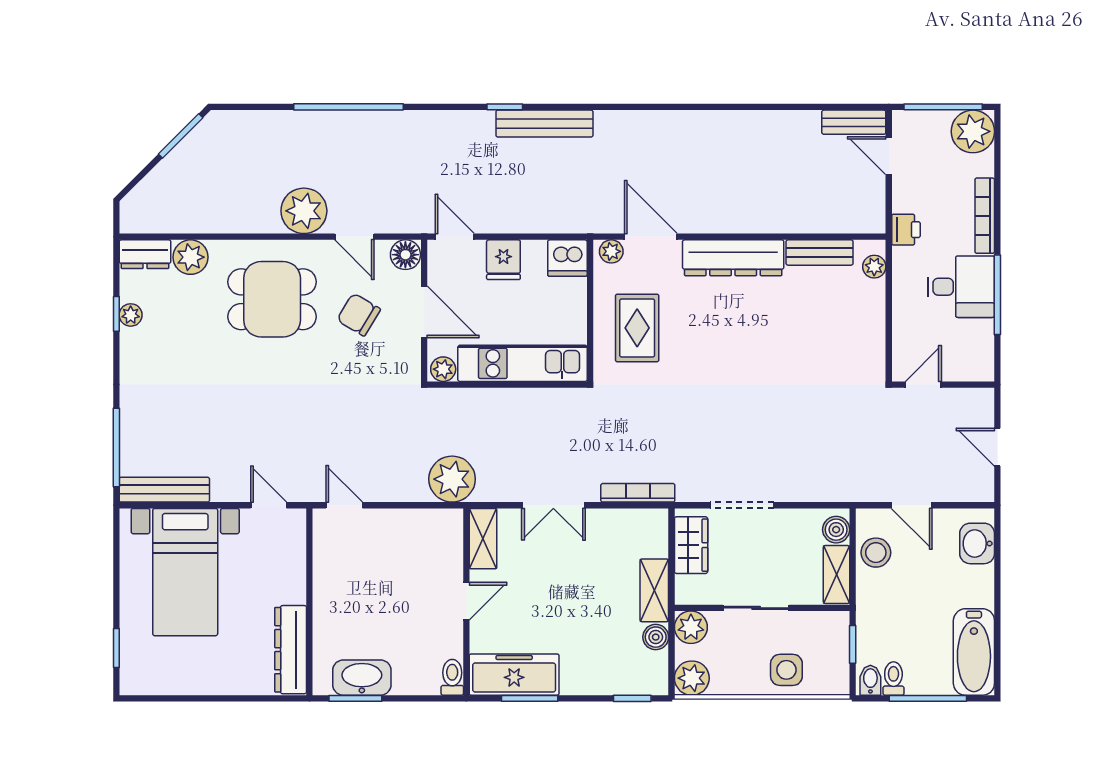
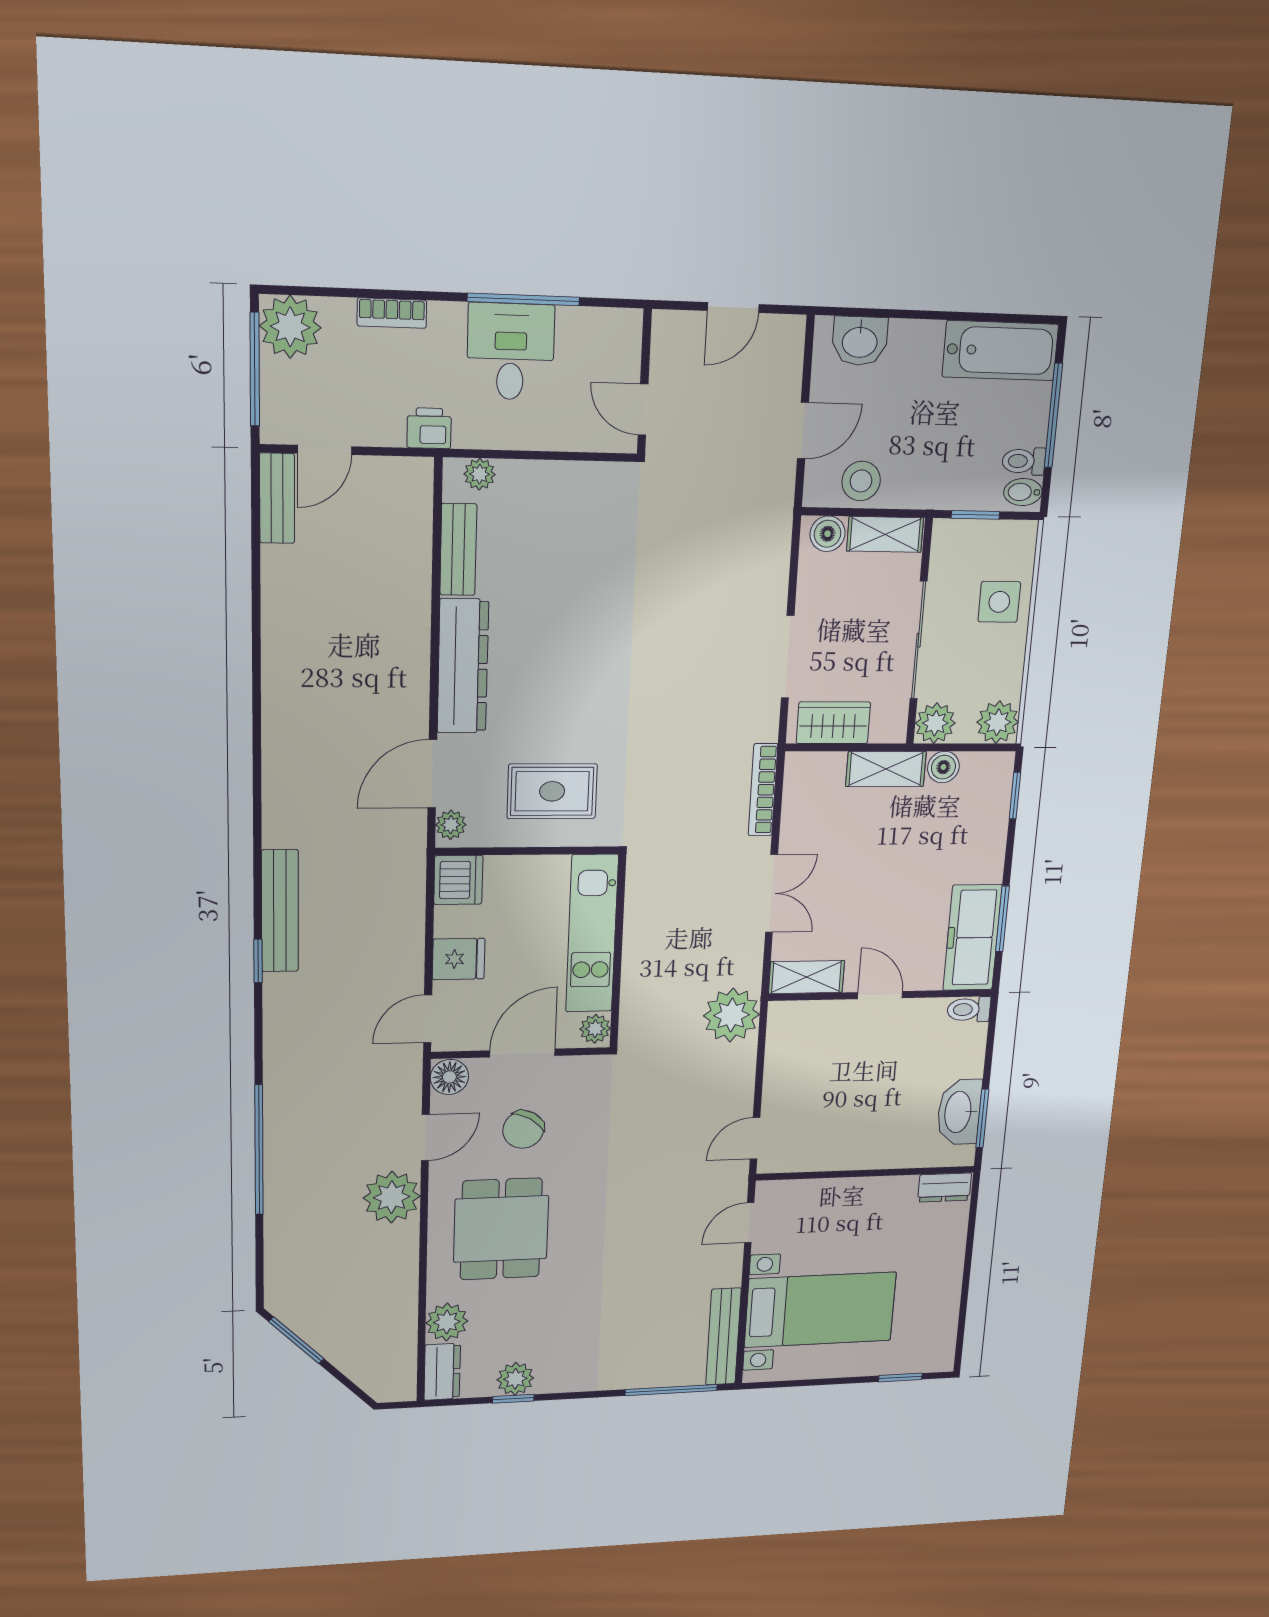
bookcase: (985, 216) -> (392, 313), width x0.64
plant: (131, 315) -> (515, 1379), width x1.38, depth x1.38
sliding door: (756, 608) -> (919, 640), width x1.37
dresser: (291, 650) -> (945, 1188), width x0.51, depth x0.80

